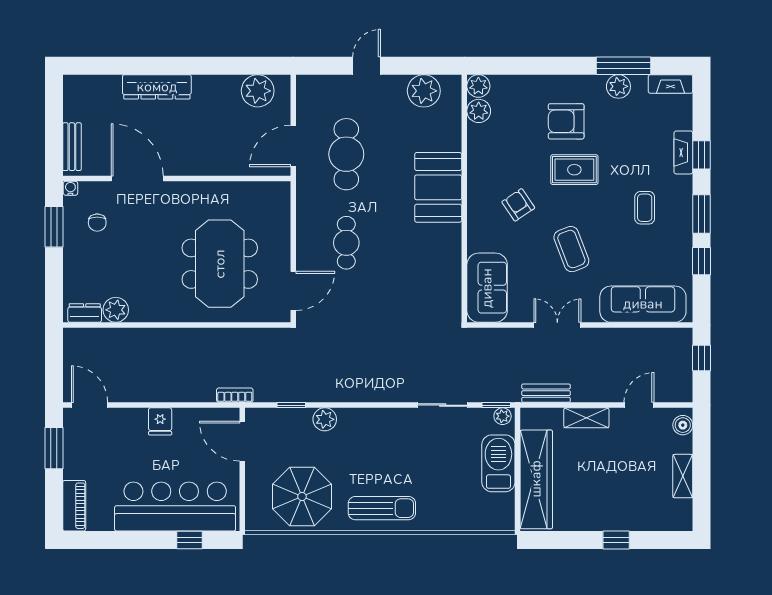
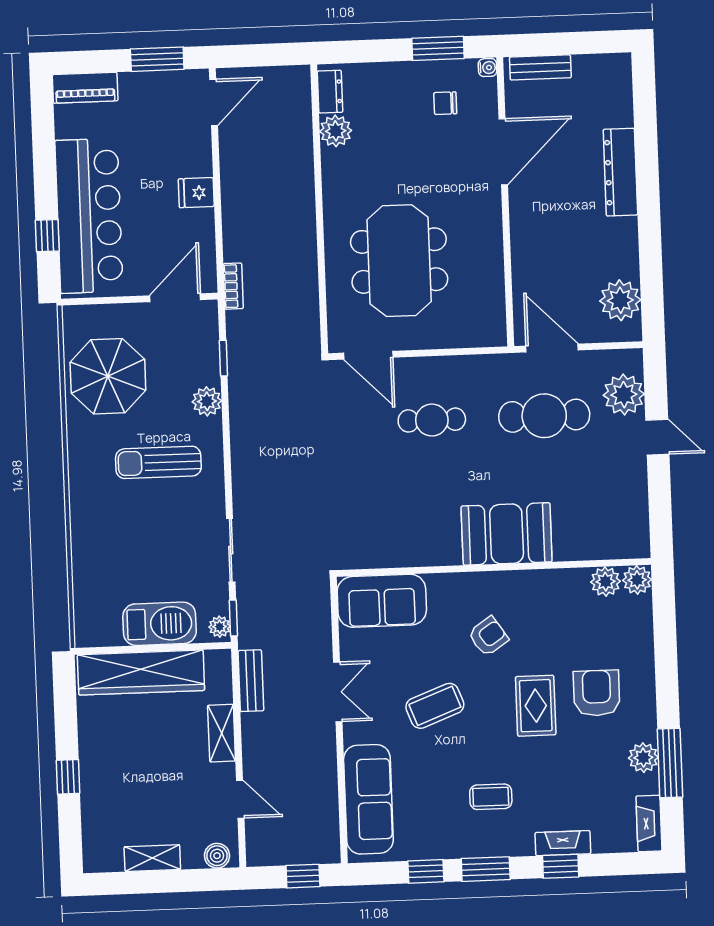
plant: (424, 91) -> (624, 395), moved
meeting table: (220, 264) -> (399, 261), turned 90
sun lounger: (382, 508) -> (158, 462), moved, turned 90

